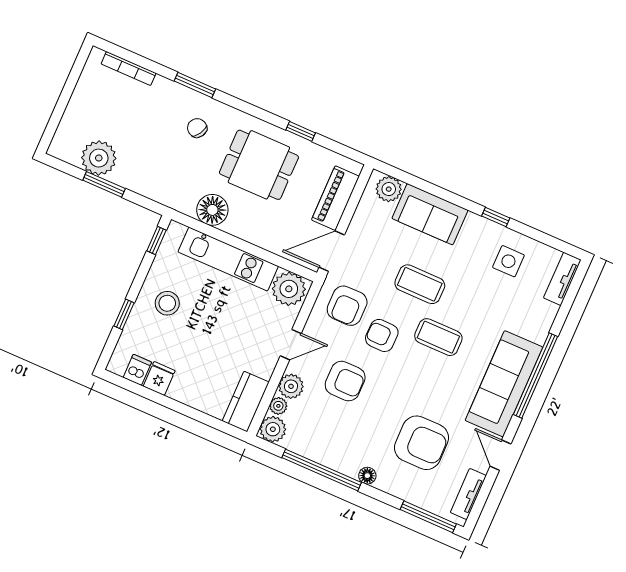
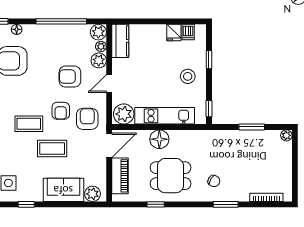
plant: (99, 158) -> (286, 135), moved, width x0.53, depth x0.53
floor lamp: (212, 210) -> (159, 139), moved
armchair: (382, 335) -> (61, 111), turned 89
floor lamp: (367, 476) -> (17, 29), moved

